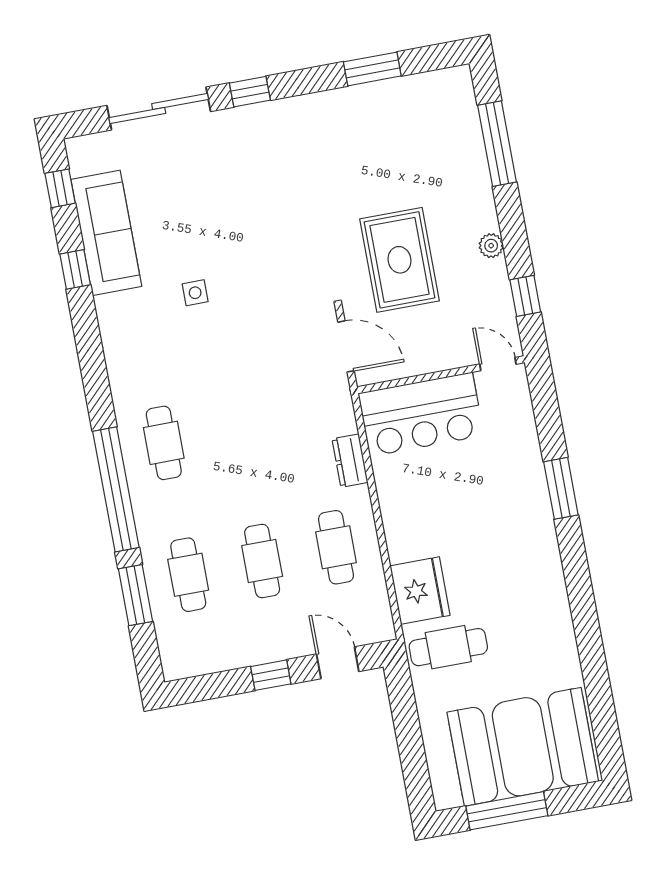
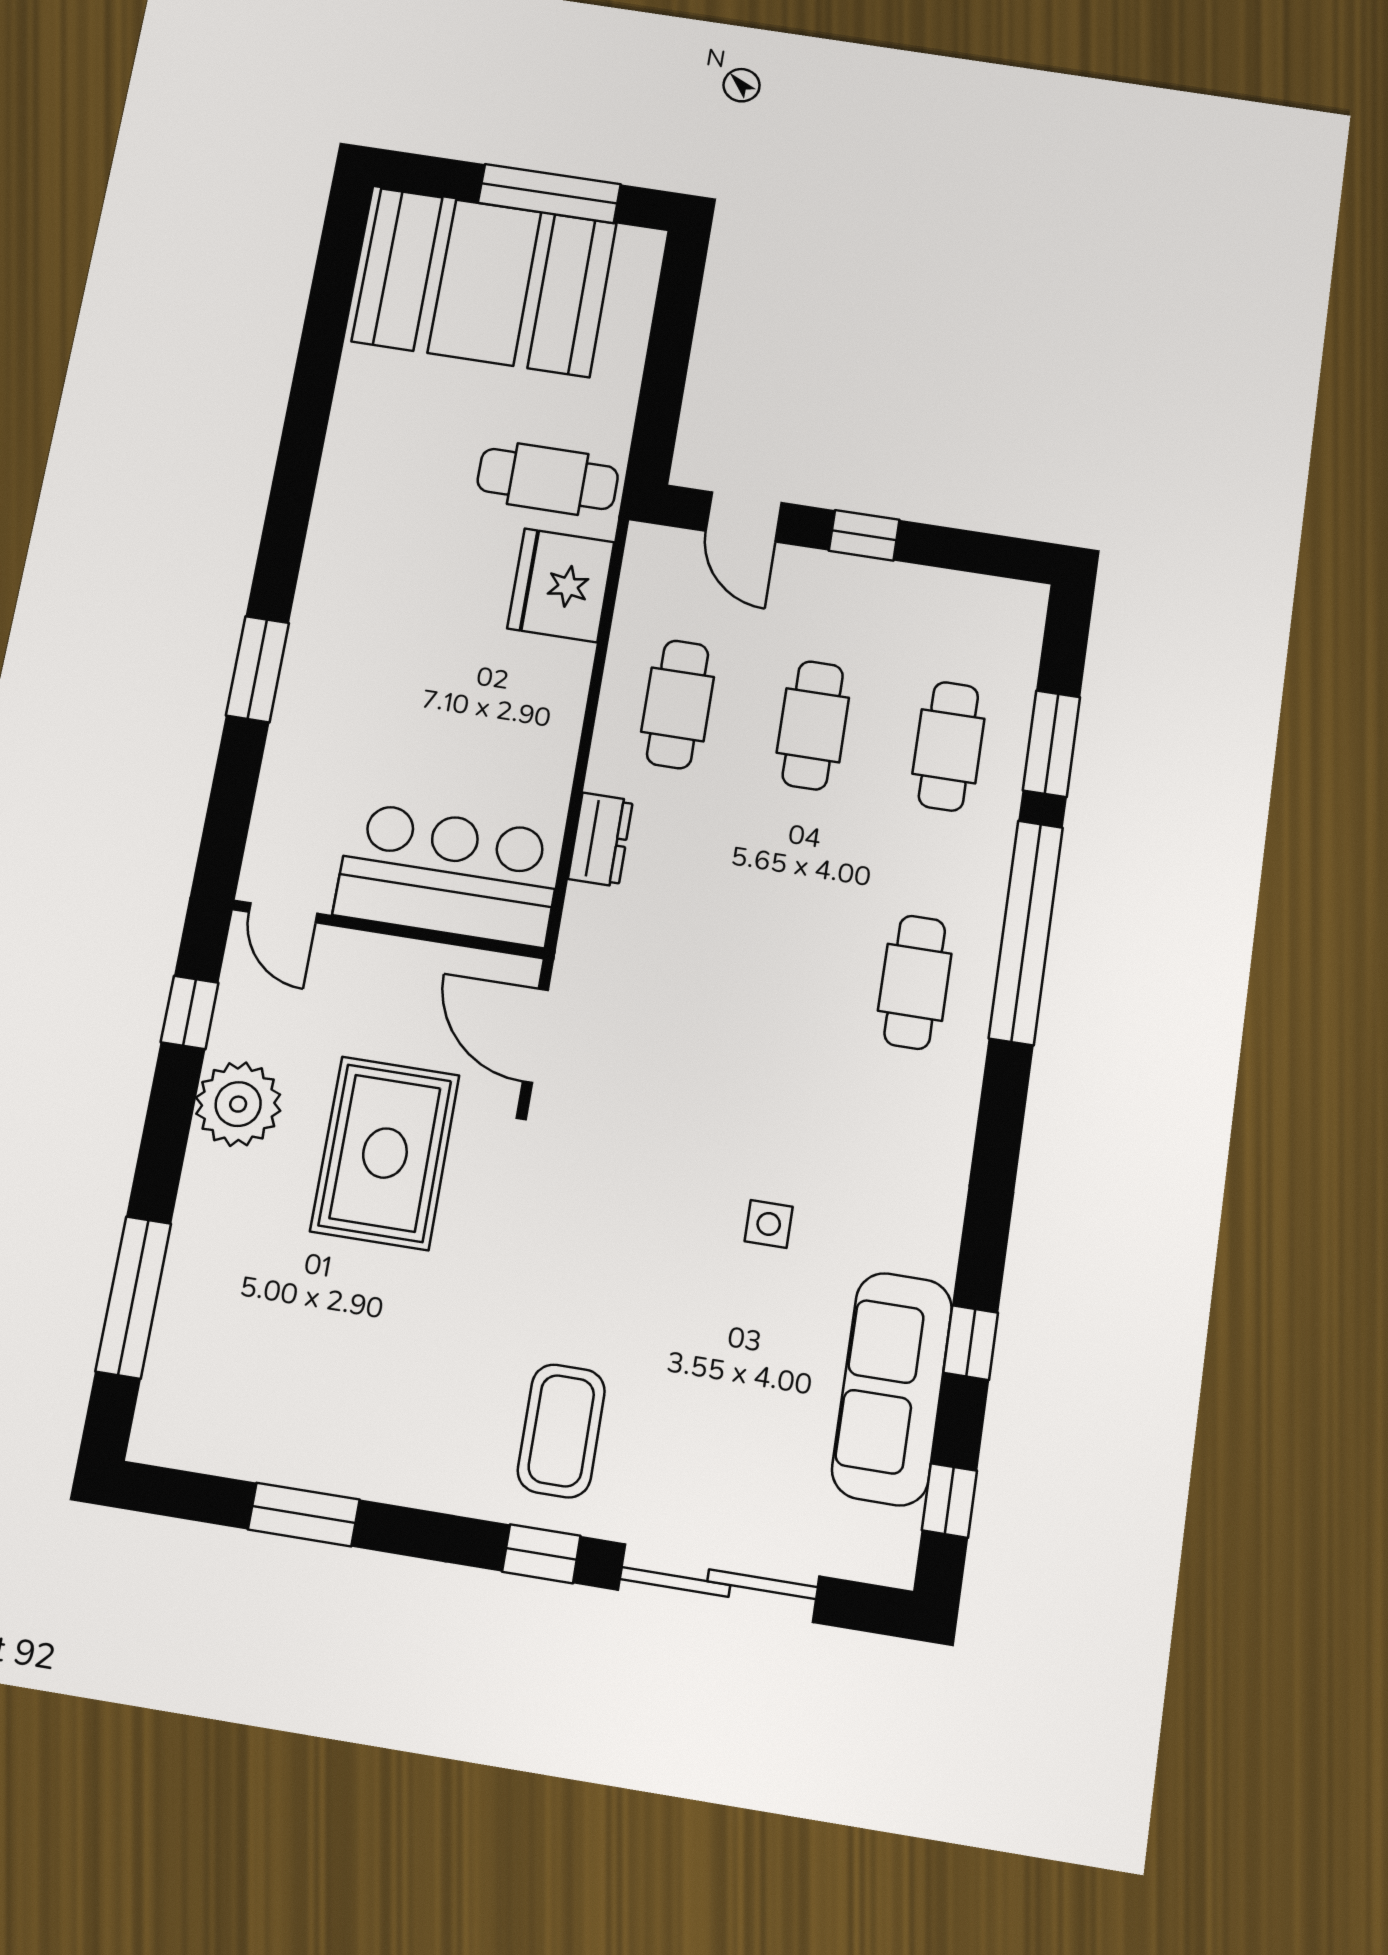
coffee table: (262, 154) -> (561, 1431), added
plant: (491, 246) -> (238, 1104), width x1.87, depth x1.87

